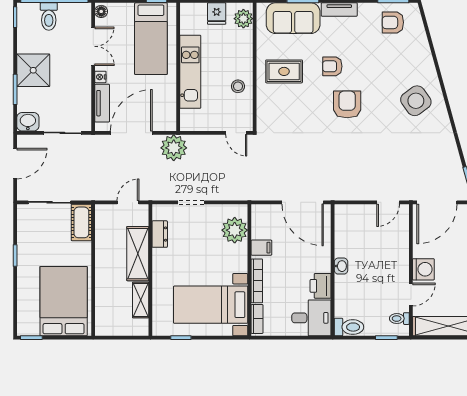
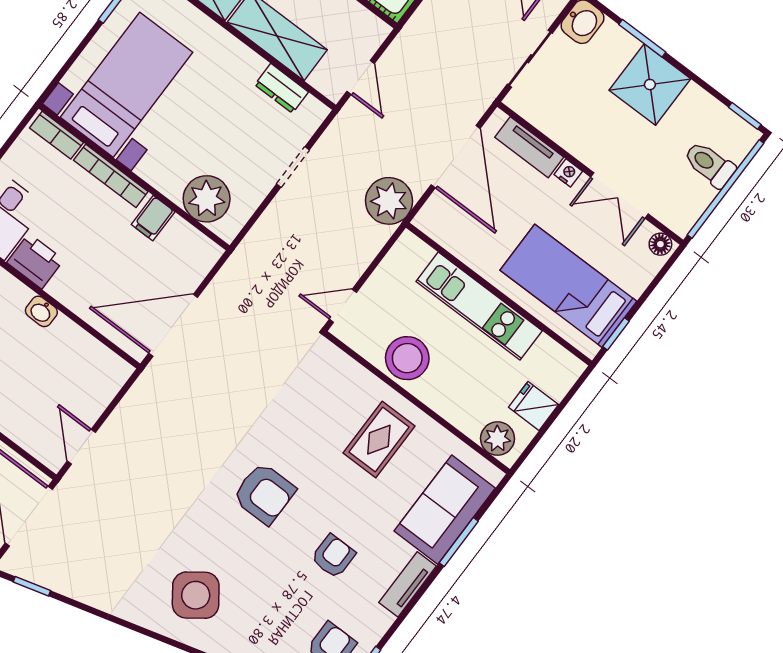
armchair: (332, 66) -> (333, 556), moved
stool: (238, 86) -> (407, 358), width x1.89, depth x1.89

